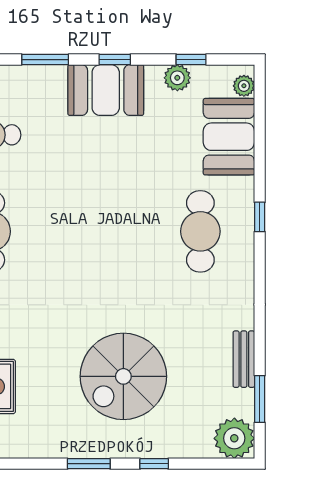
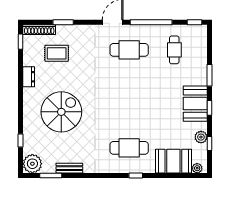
spiral stairs: (123, 376) -> (61, 112), turned 90
dresser: (48, 446) -> (29, 77), added
window: (89, 464) -> (21, 96), removed
window: (154, 464) -> (21, 141), moved

